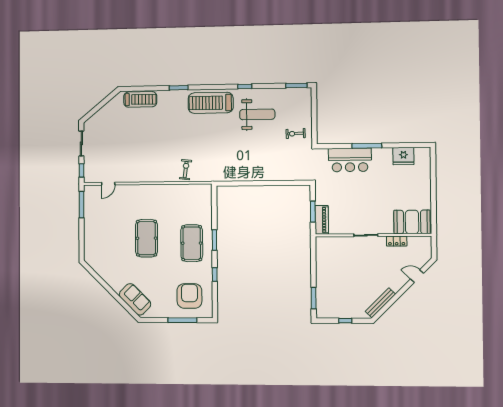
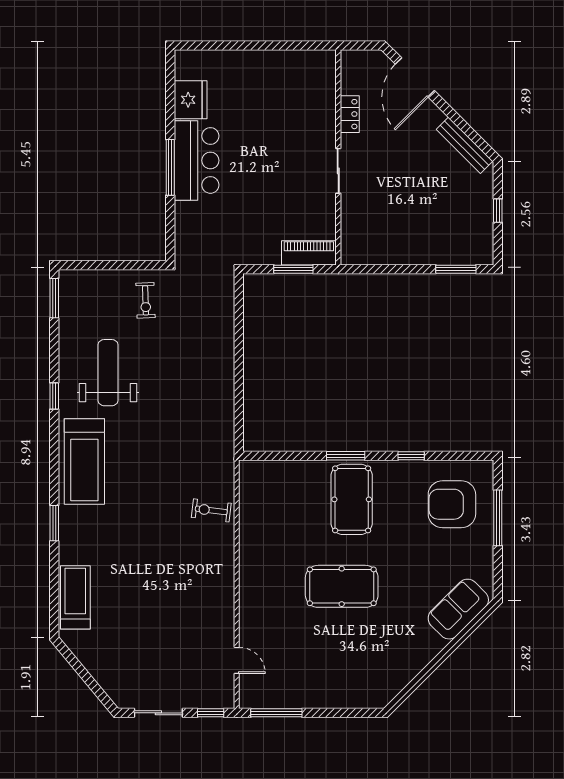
bar counter: (350, 160) -> (197, 160), moved
booth: (412, 222) -> (314, 85), removed
pool table: (192, 243) -> (352, 499), turned 90
door: (417, 276) -> (415, 77), width x1.88

